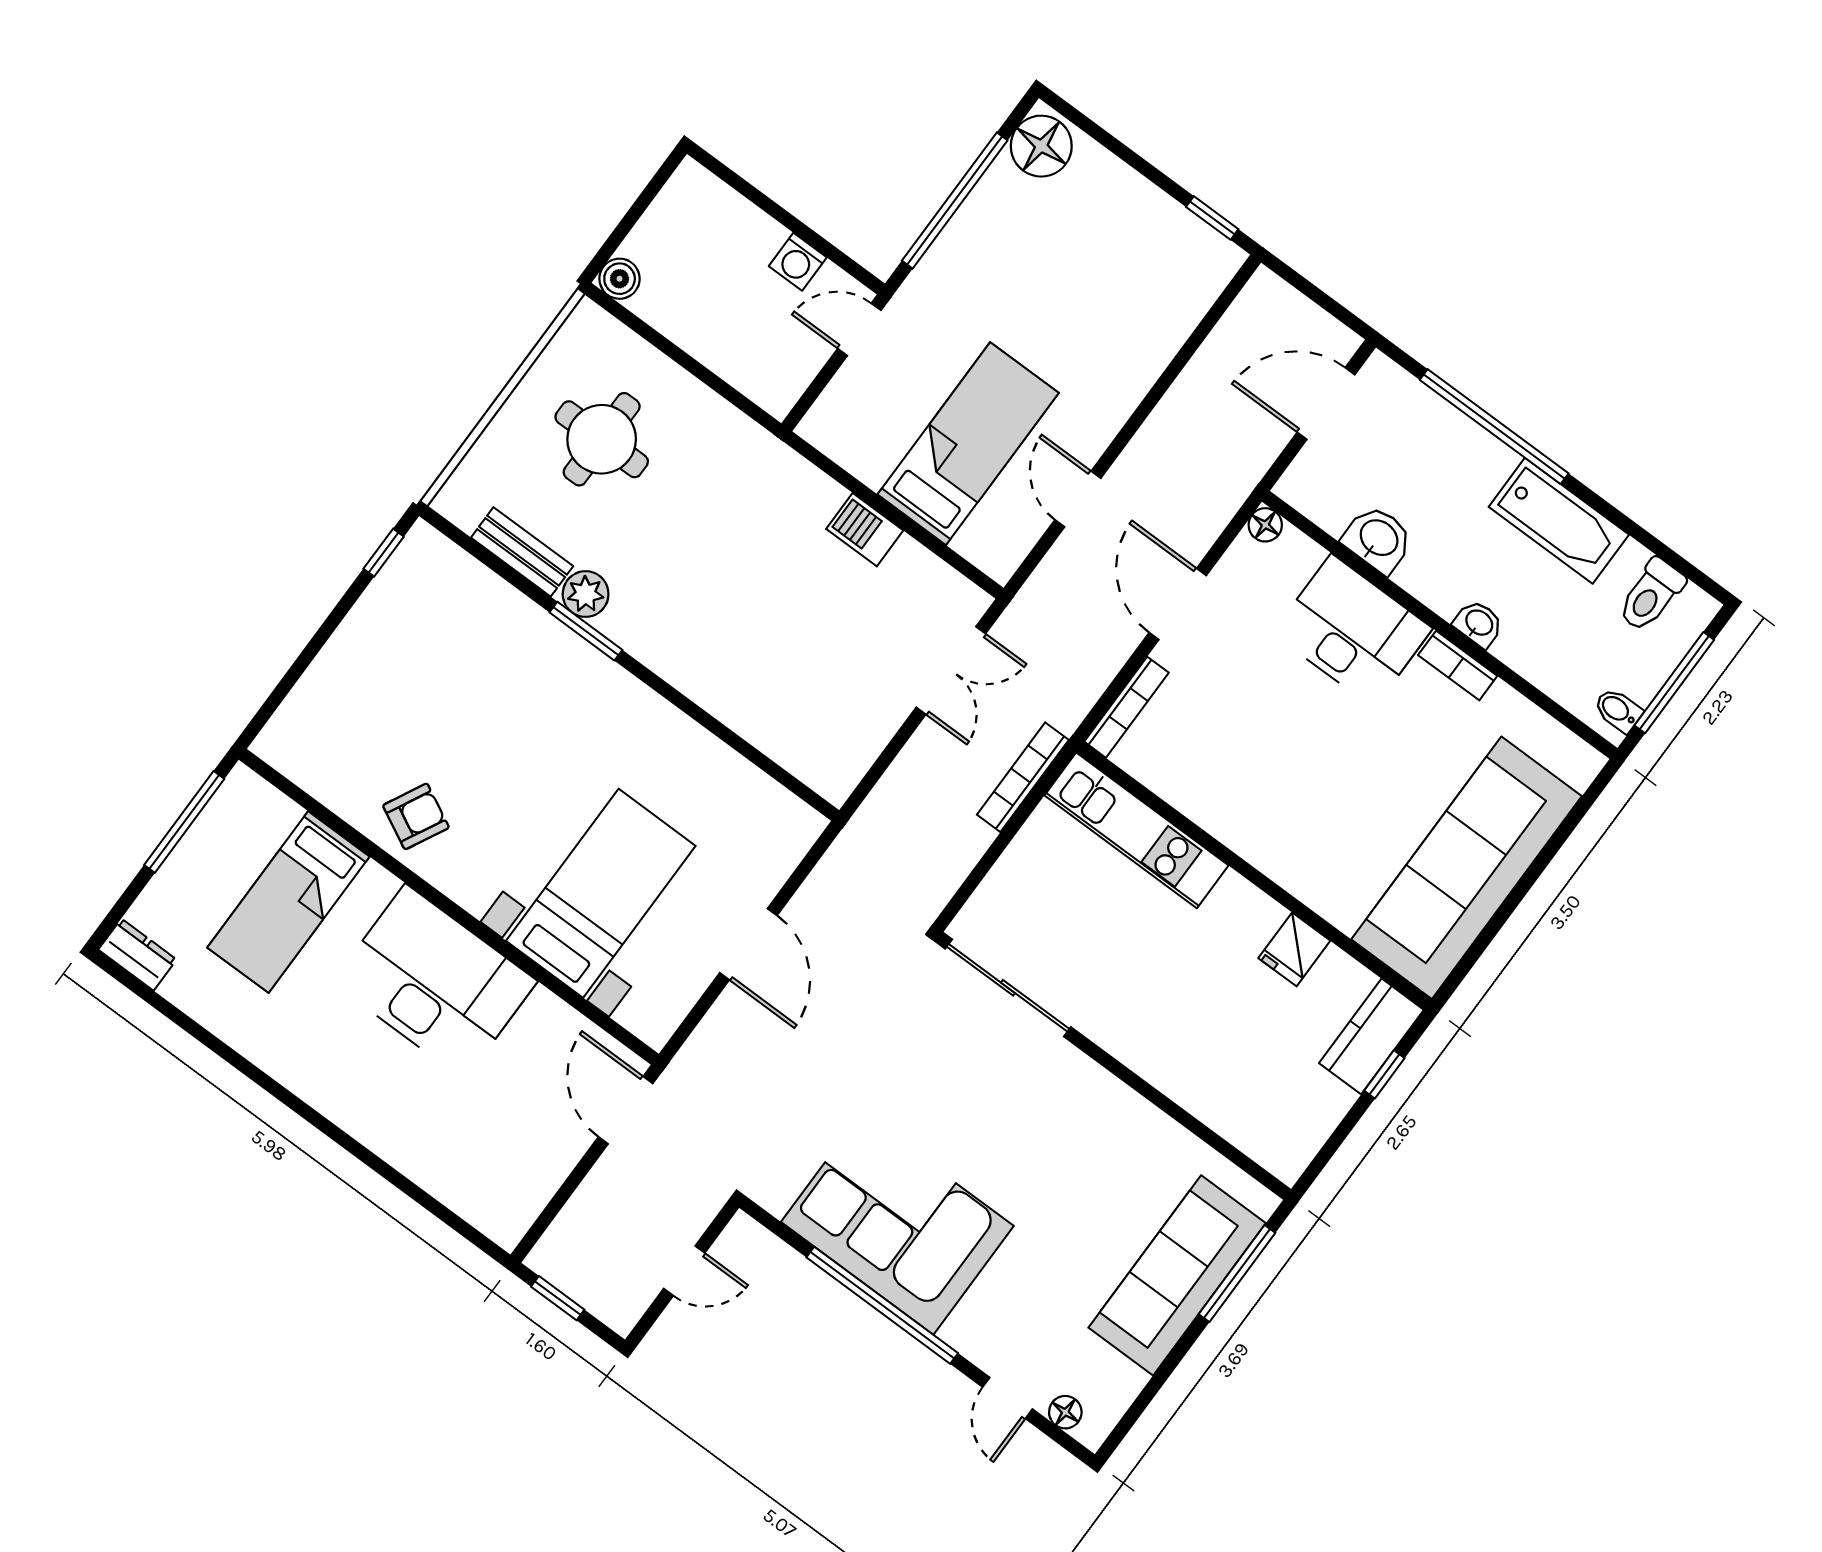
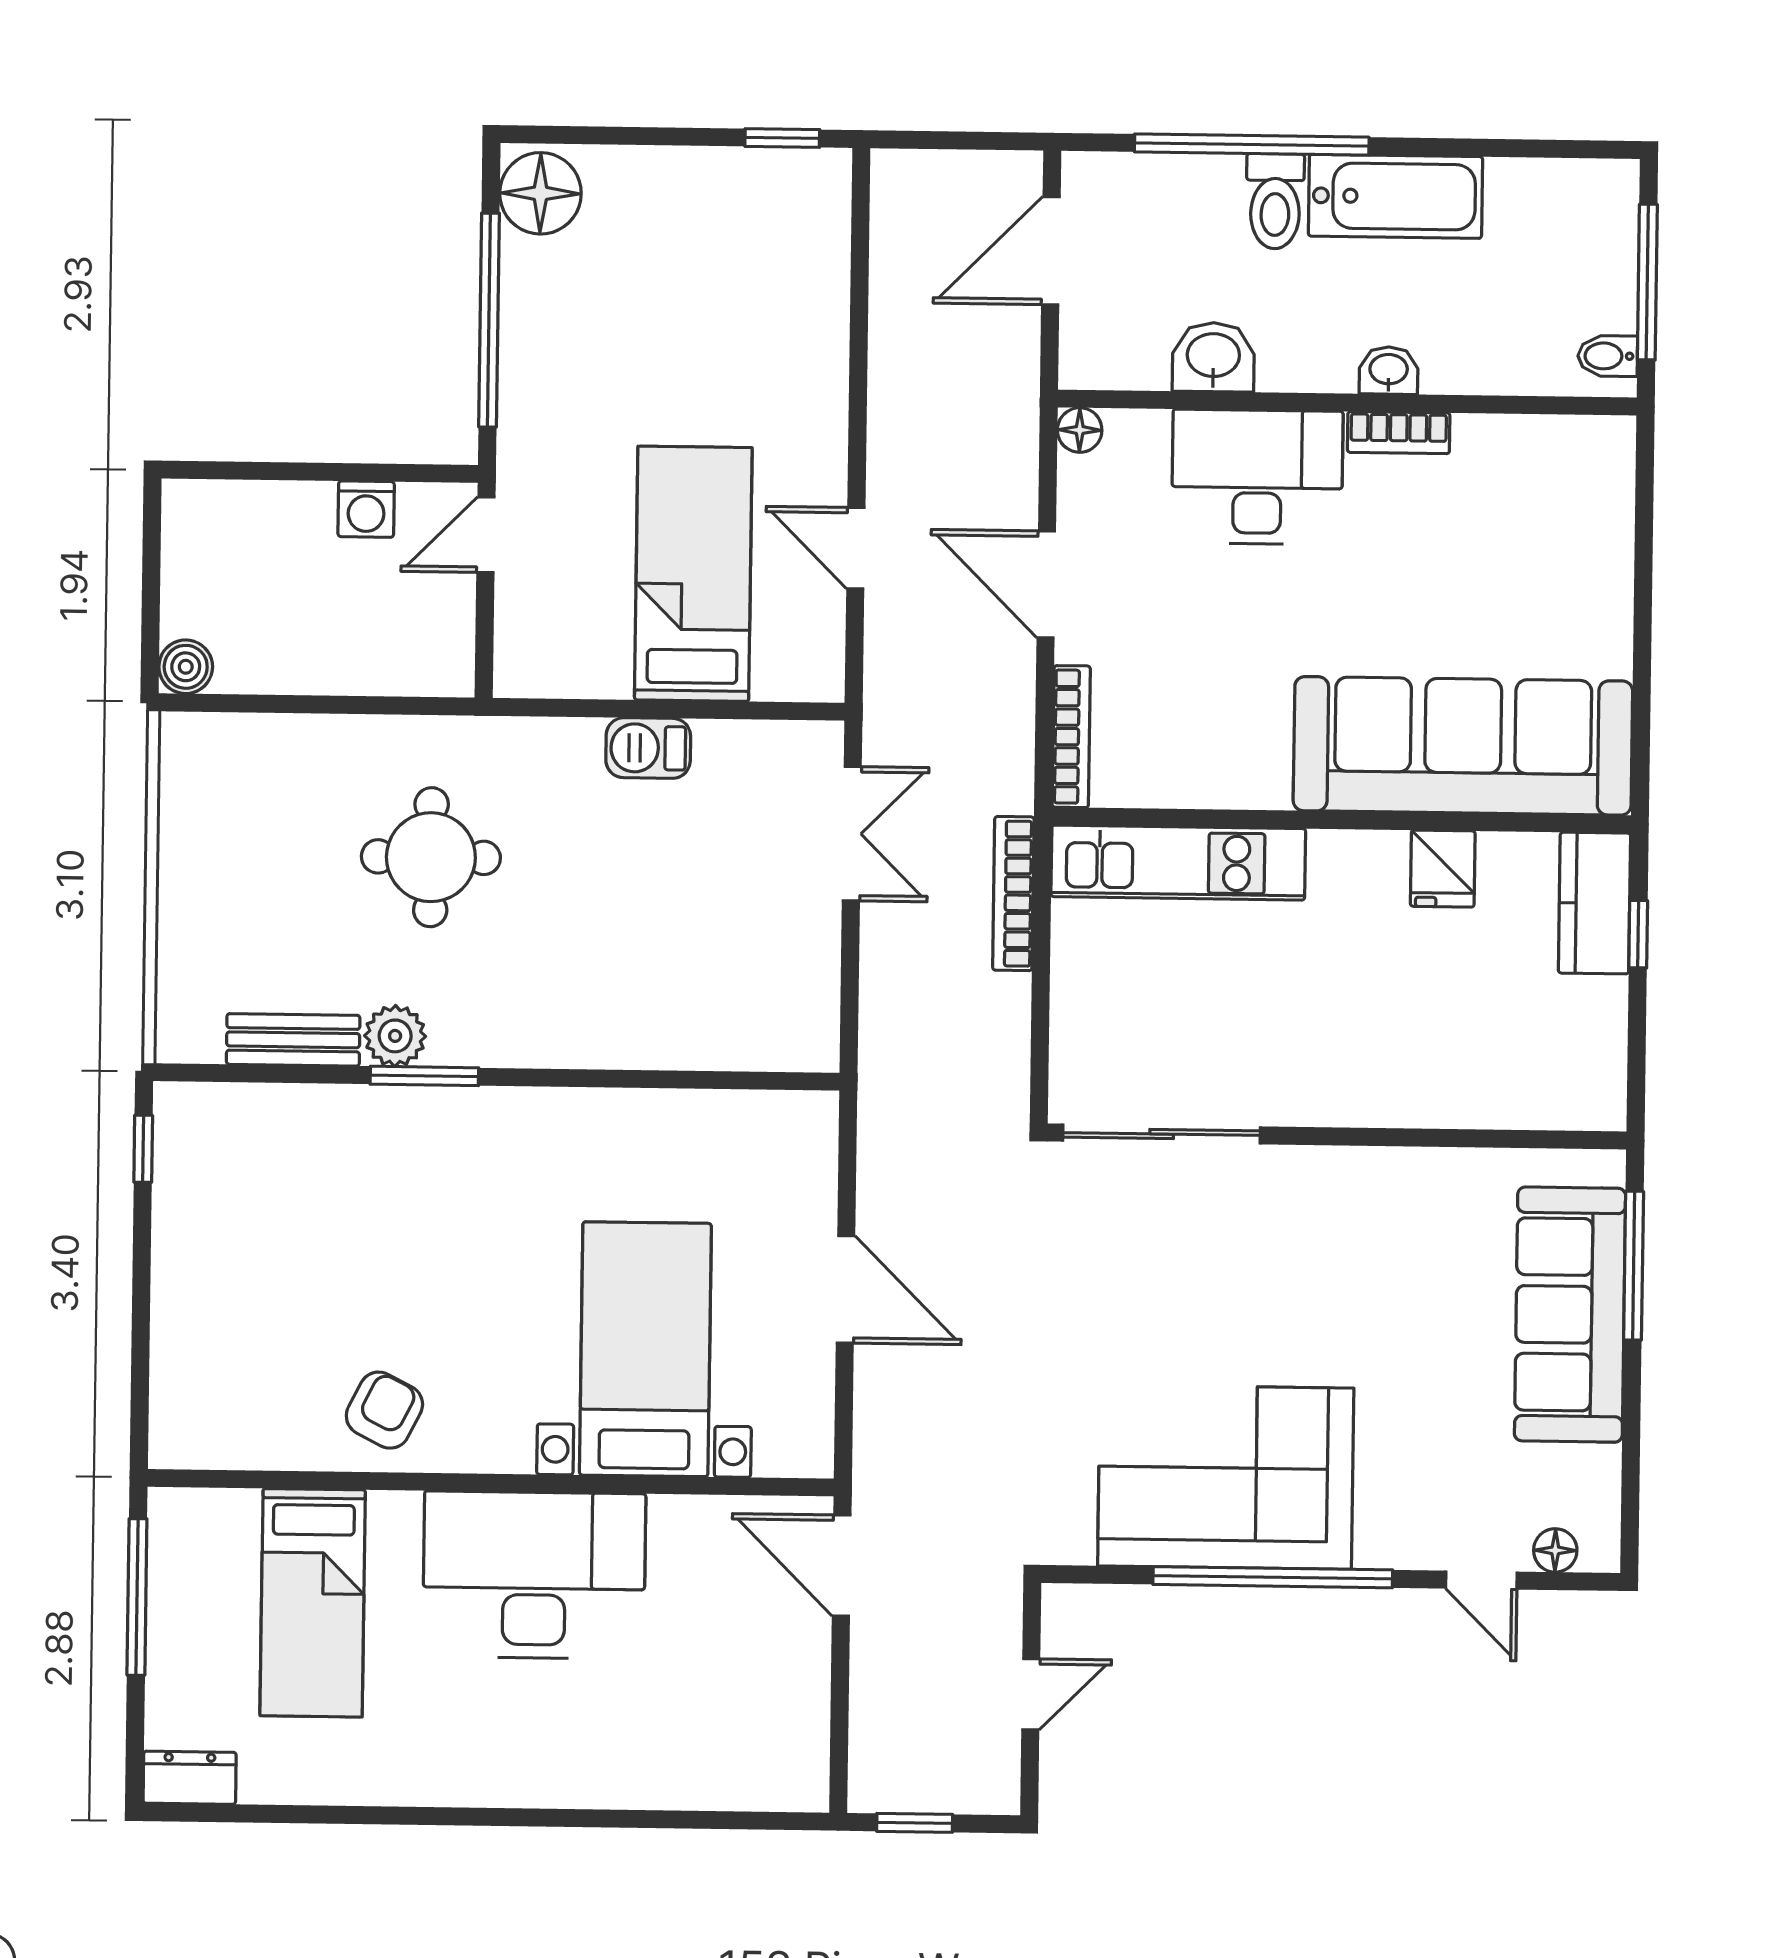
round table: (602, 439) -> (431, 857), moved
toilet: (1651, 595) -> (1275, 201), moved
sofa: (1467, 868) -> (1463, 746), moved, turned 90

